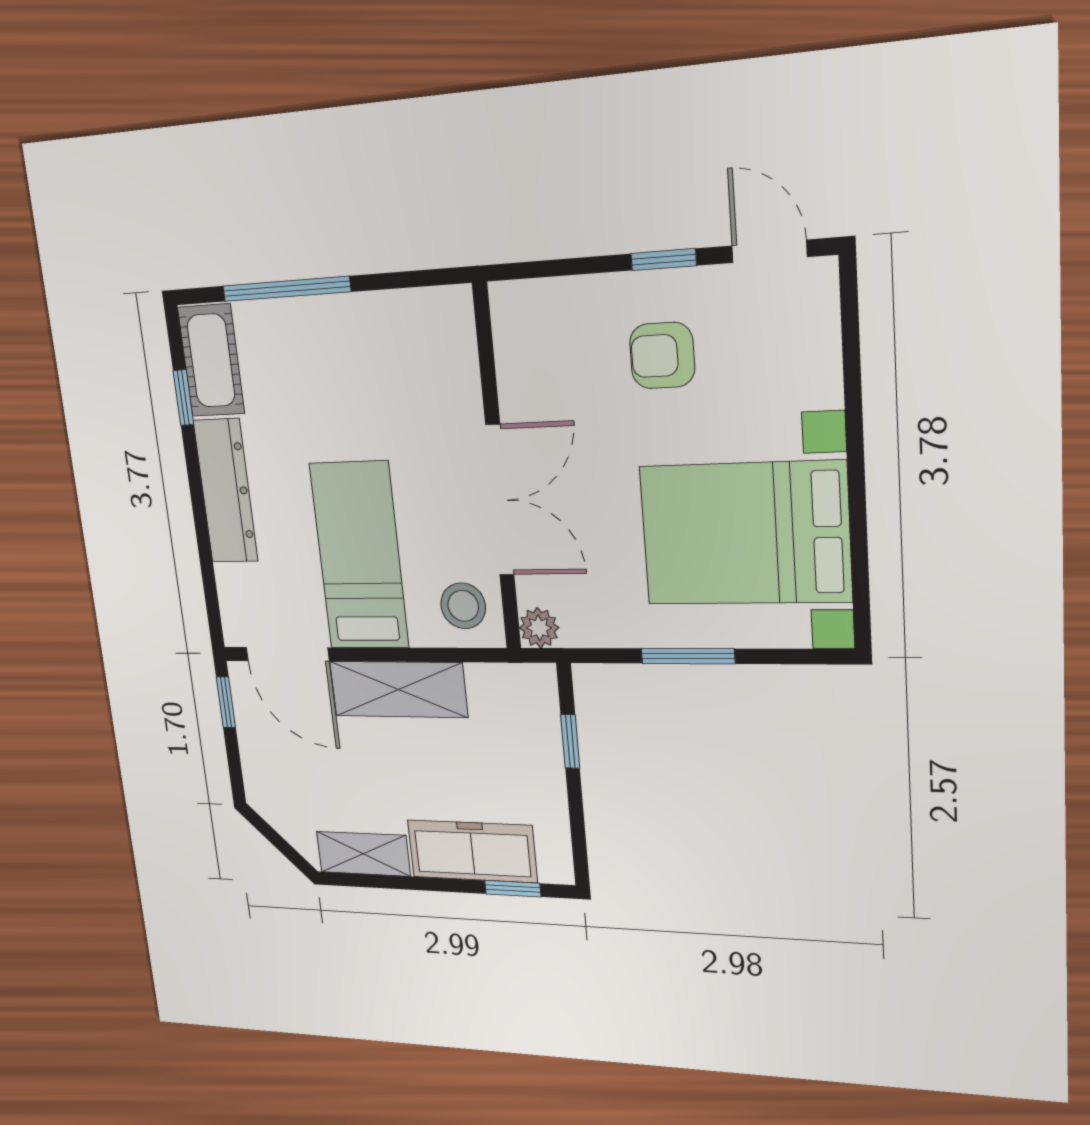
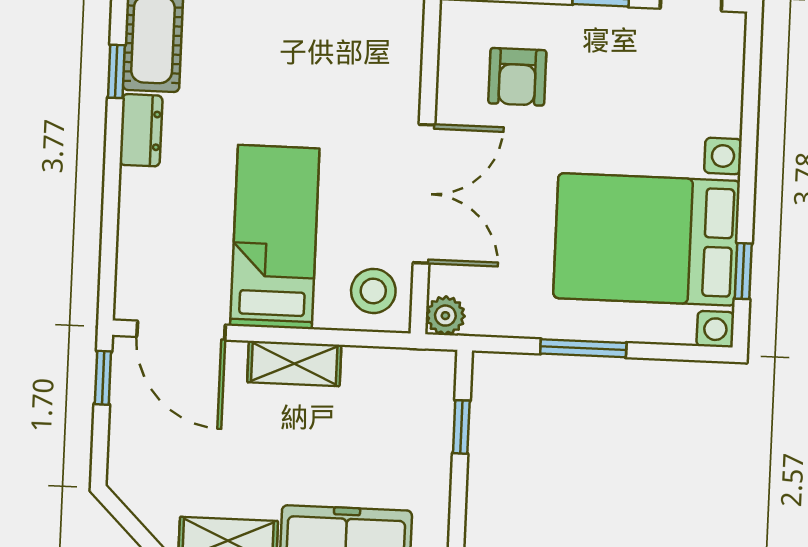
armchair: (662, 356) -> (517, 77), moved, turned -90
dresser: (226, 491) -> (141, 130), width x0.51, depth x0.80
window: (860, 563) -> (743, 271), added
shelving: (398, 689) -> (294, 364), width x0.67, depth x0.75

